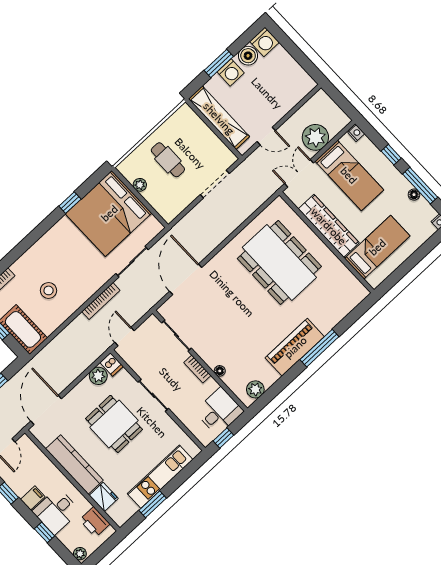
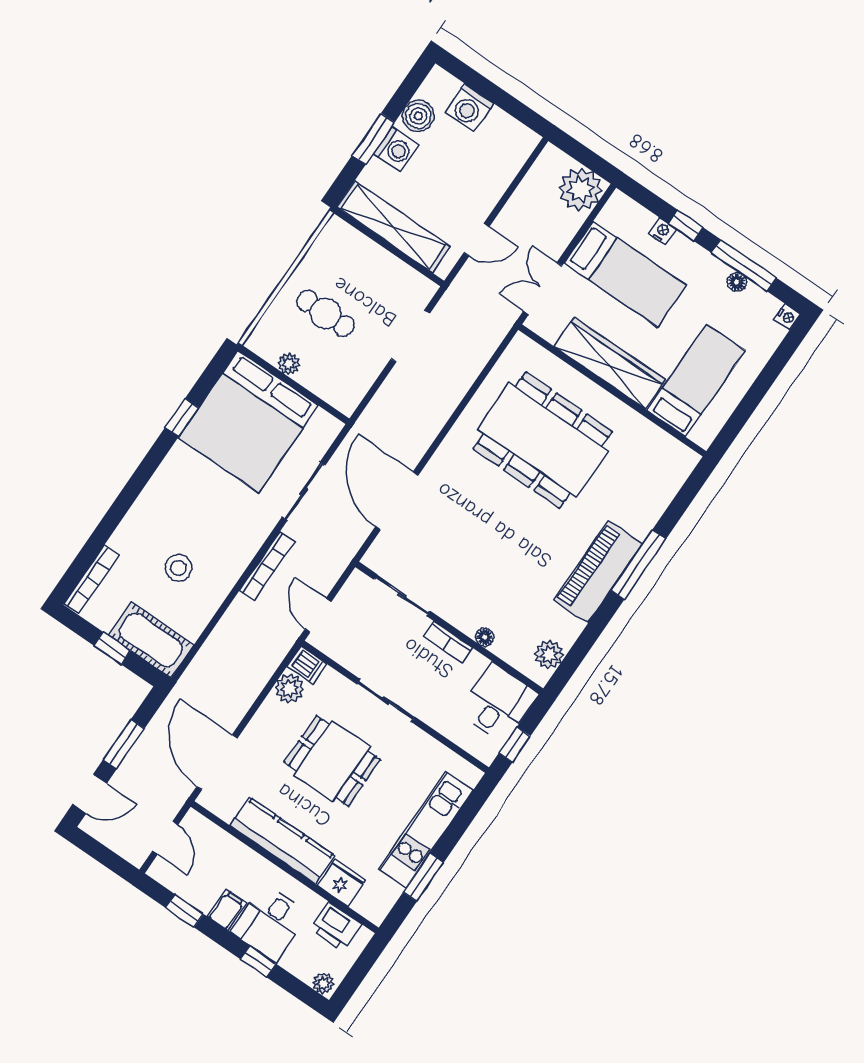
washing machine: (264, 42) -> (469, 108), moved, turned 90
nightstand: (356, 133) -> (662, 231), moved
plant: (315, 137) -> (581, 189), moved

